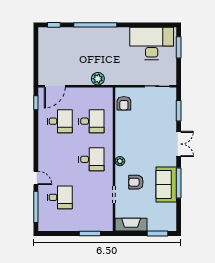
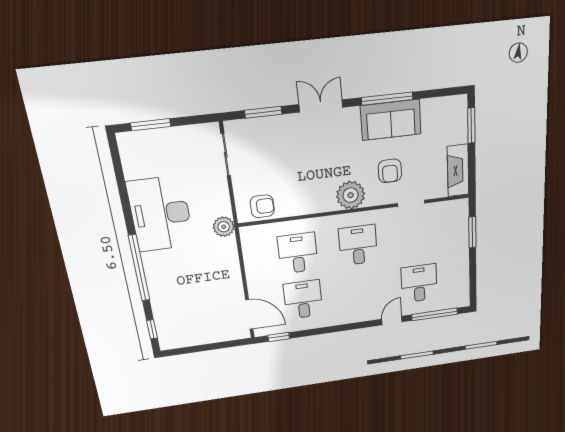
desk: (152, 43) -> (161, 214), moved
plant: (98, 79) -> (224, 227), moved
plant: (120, 161) -> (351, 195), width x1.87, depth x1.87

